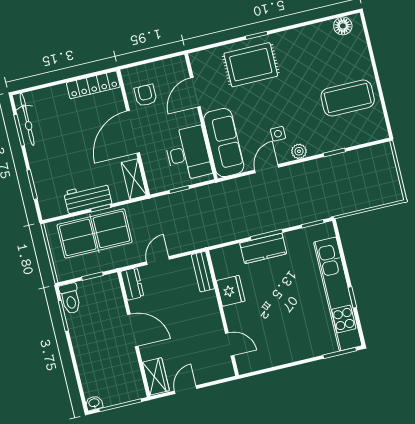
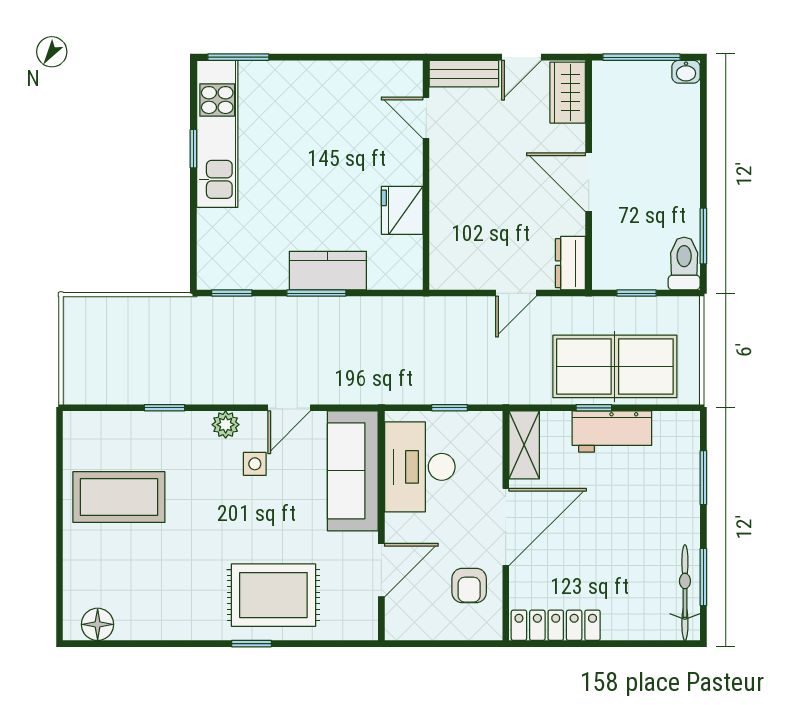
bench: (203, 272) -> (464, 74), moved, turned 90
kitchen unit: (338, 294) -> (217, 134), width x0.73

